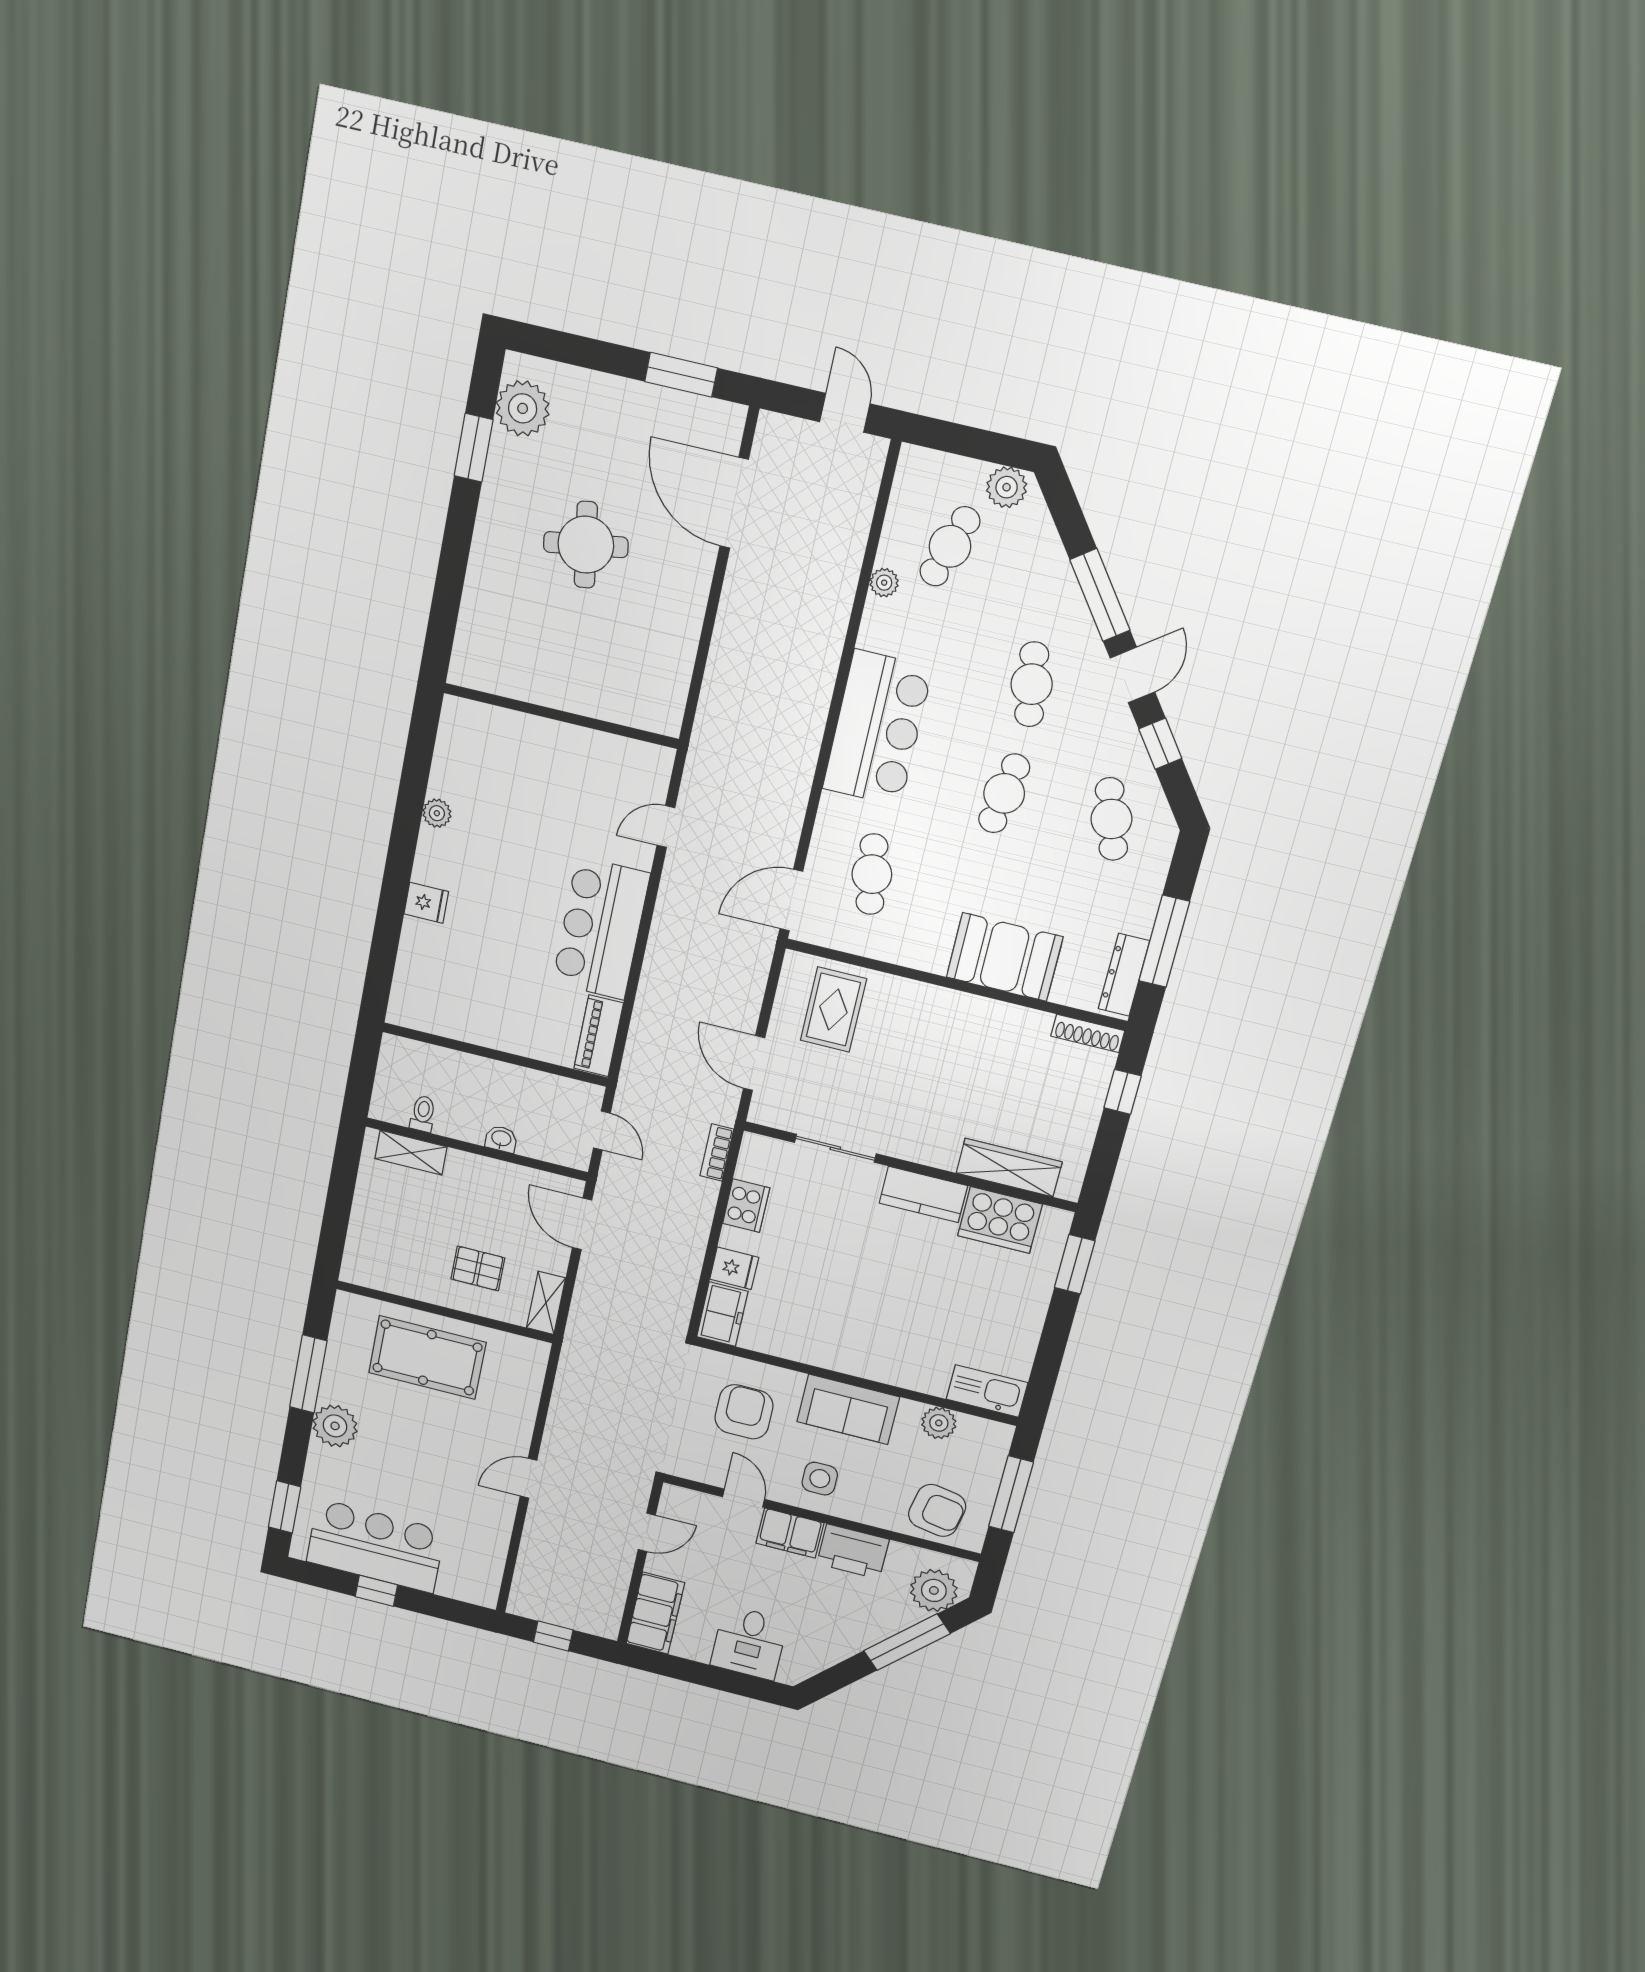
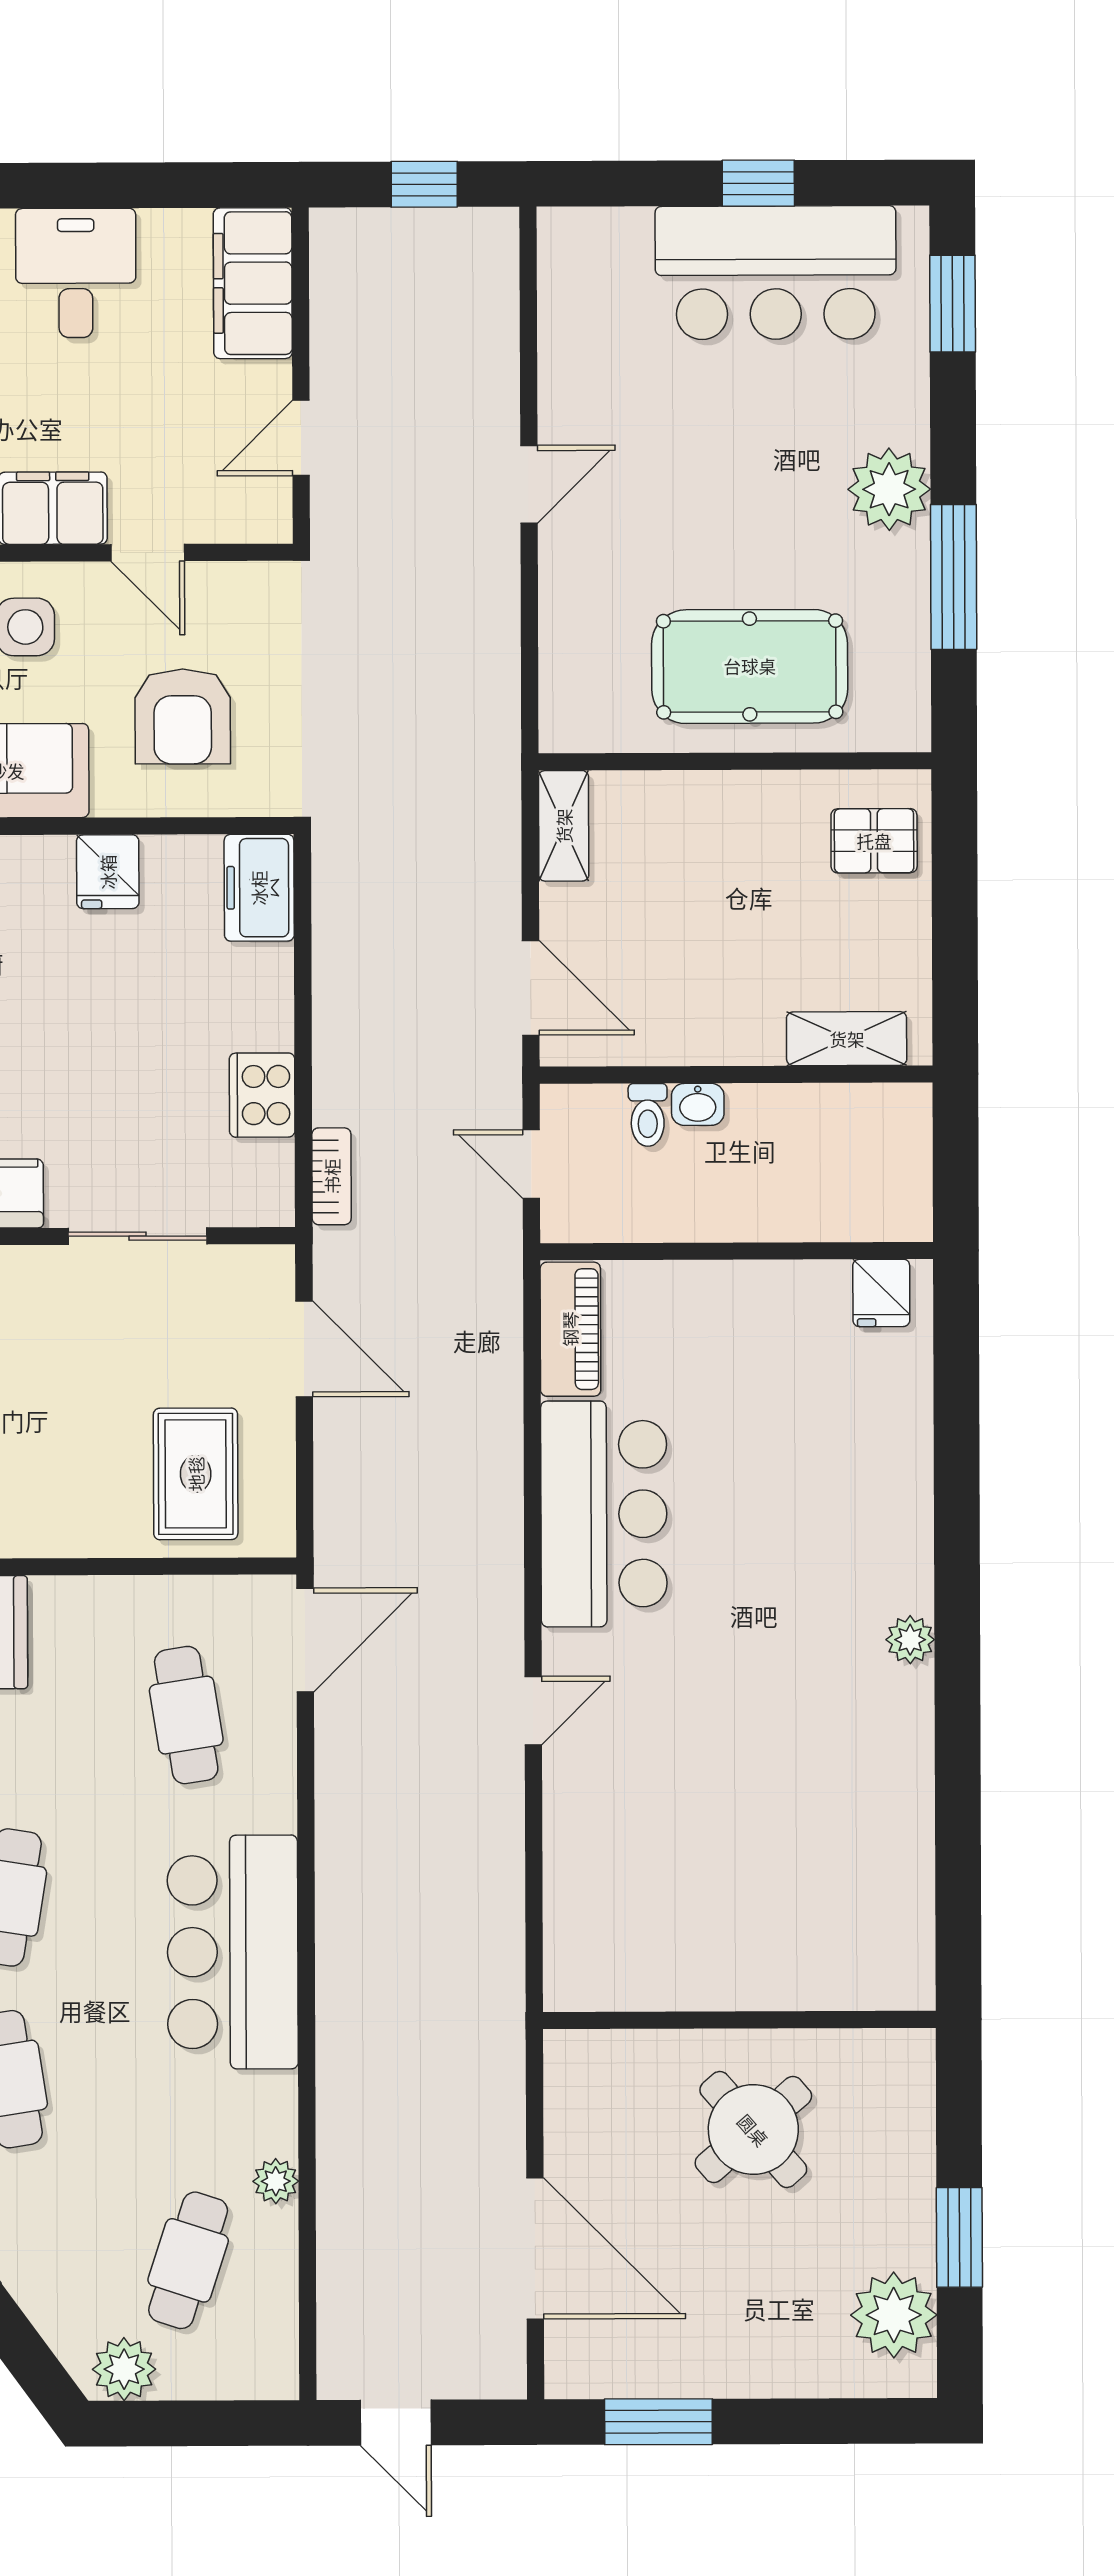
round table: (586, 545) -> (753, 2130), turned -32
wall: (561, 716) -> (739, 2020), moved
fridge: (426, 903) -> (881, 1293), moved, turned -90
toilet: (423, 1114) -> (648, 1115), moved
pallet: (478, 1268) -> (874, 841), moved
fridge: (734, 1268) -> (108, 872), moved, turned -90

